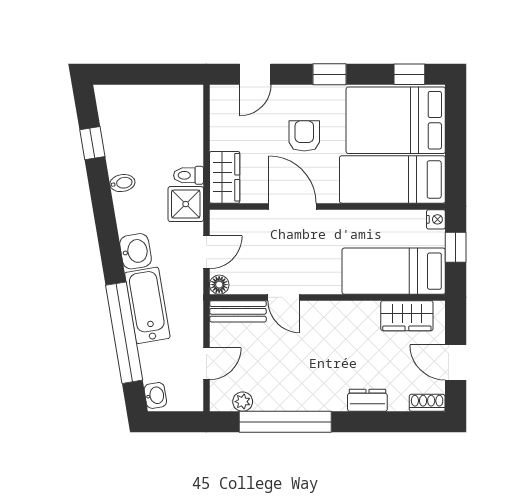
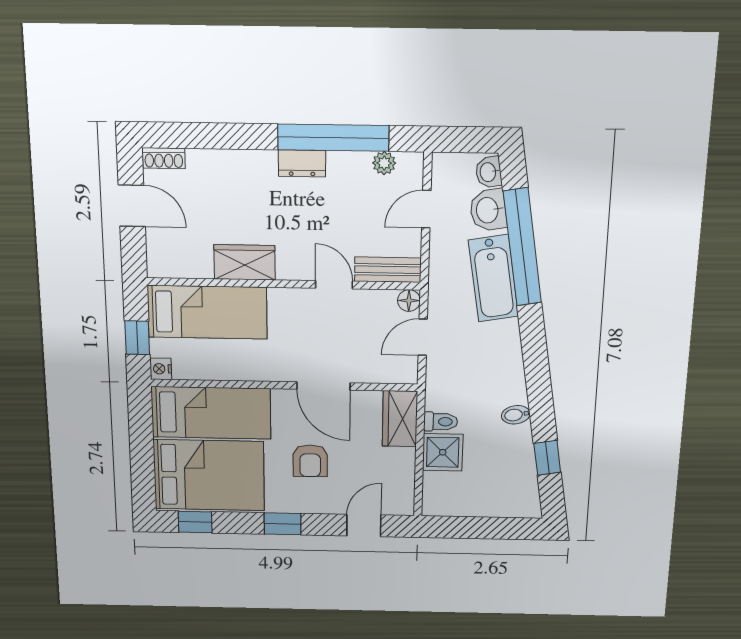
shower: (186, 204) -> (443, 452), moved
washbasin: (136, 251) -> (488, 210), moved
wardrobe: (407, 316) -> (244, 262), moved
dresser: (367, 400) -> (302, 163), moved

